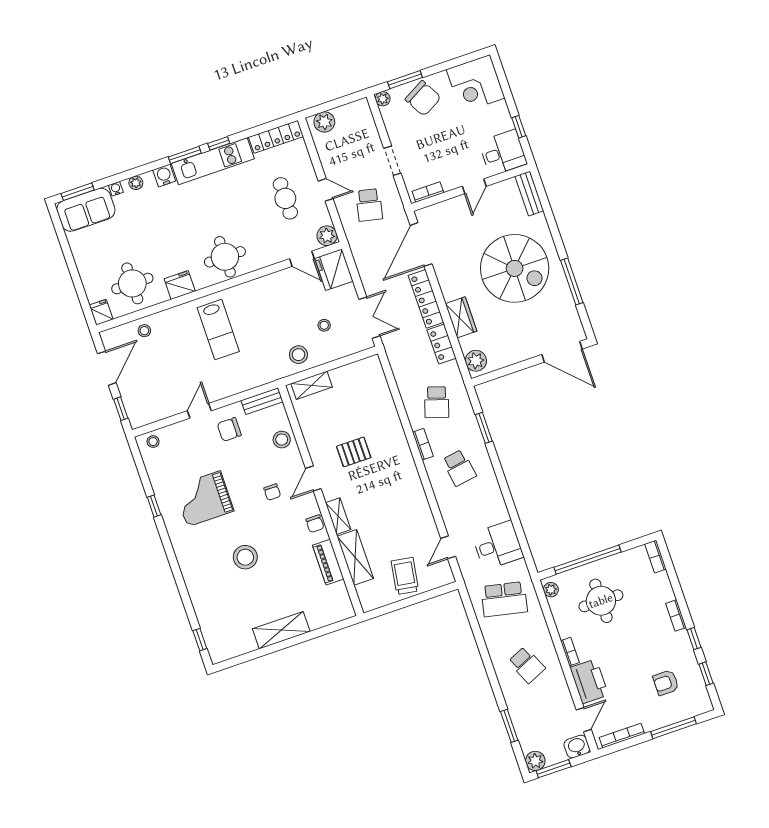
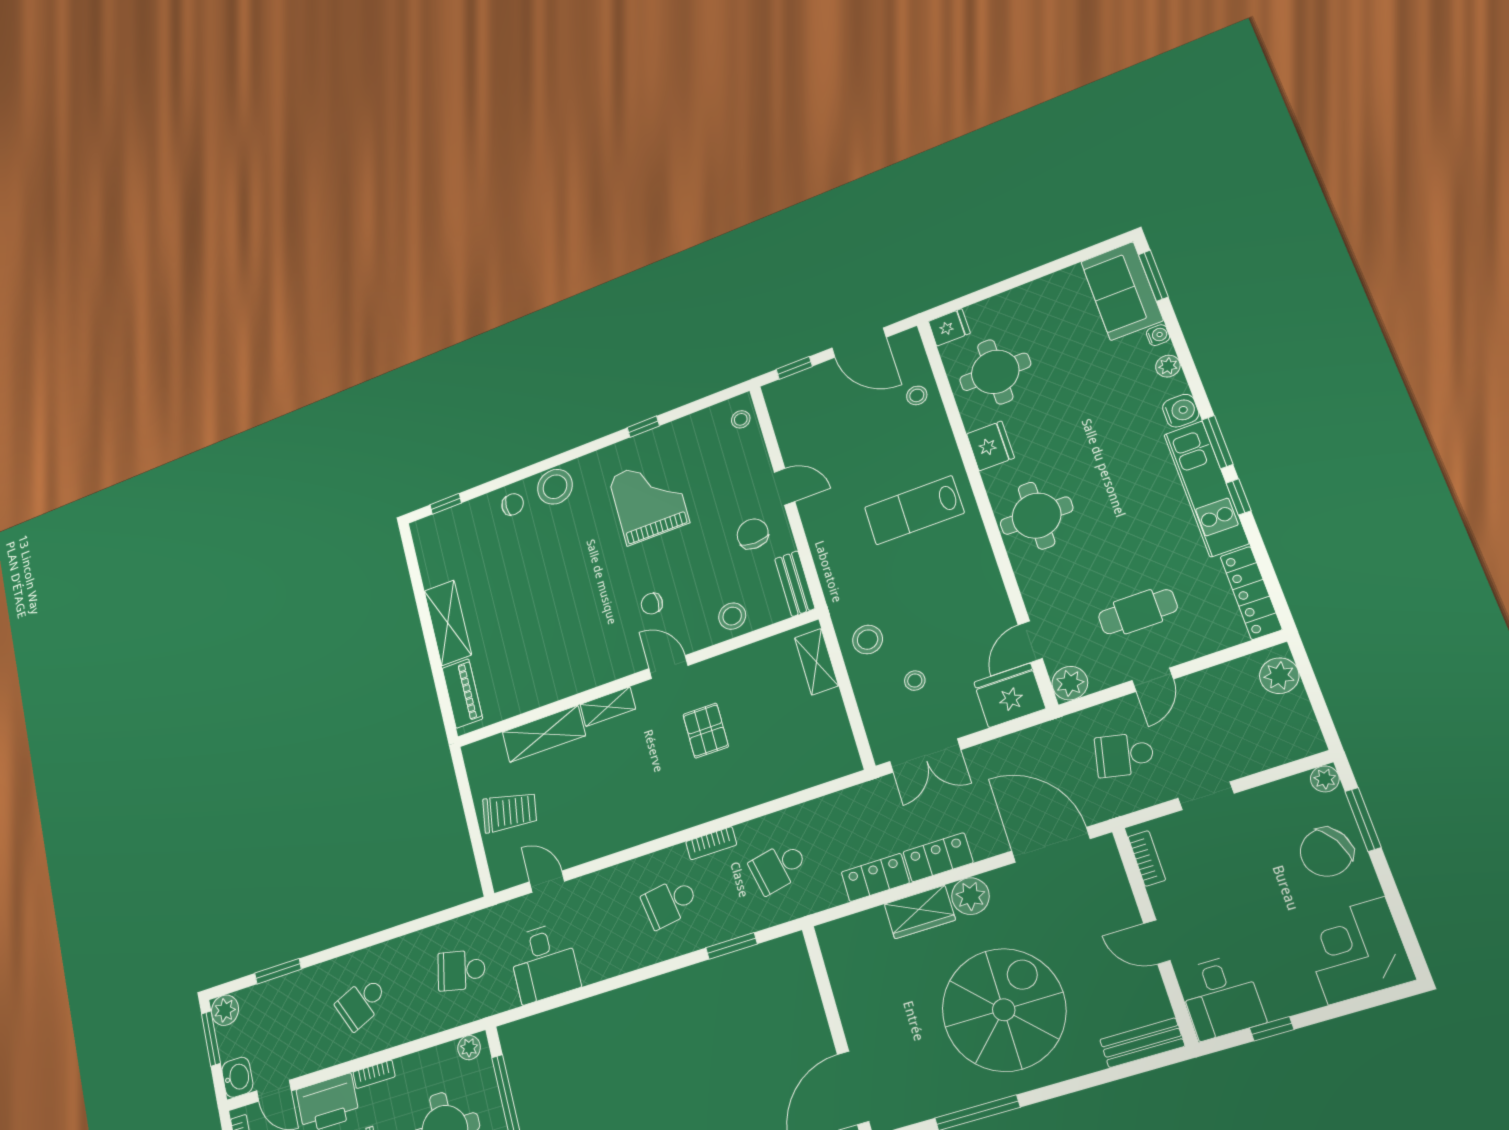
spiral stairs: (515, 268) -> (1004, 1010), turned 180
locker: (426, 299) -> (938, 857), width x0.66
plant: (476, 361) -> (970, 896), moved
school desk: (437, 402) -> (778, 867), turned -30
chair: (315, 524) -> (513, 504), moved, turned 180
stool: (245, 557) -> (555, 487), moved
piano: (328, 562) -> (462, 693), moved, turned 90
school desk: (504, 599) -> (461, 970), width x0.54

